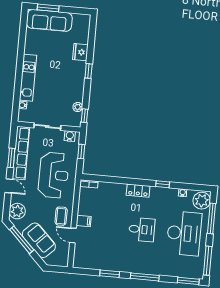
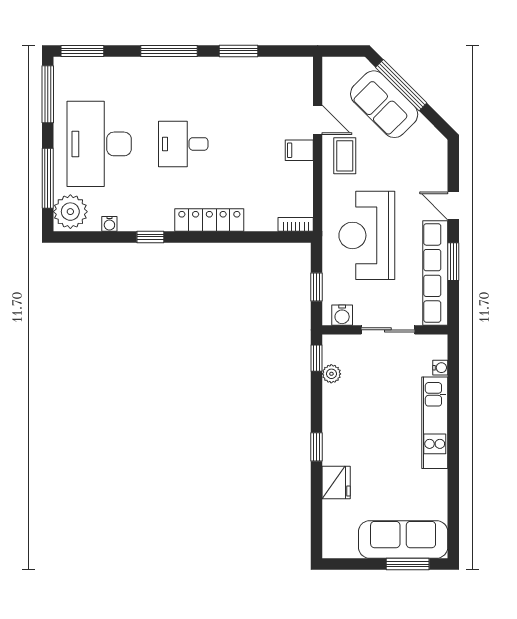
locker: (138, 191) -> (209, 220), width x1.53
plant: (17, 211) -> (432, 158), removed
window: (22, 240) -> (401, 85), moved

